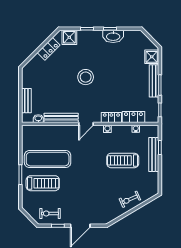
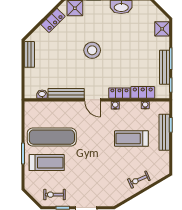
bench: (154, 81) -> (165, 67), moved
bench: (26, 101) -> (29, 54), moved
door: (86, 124) -> (93, 100), hinge flipped

